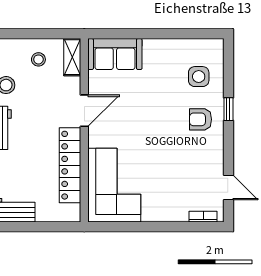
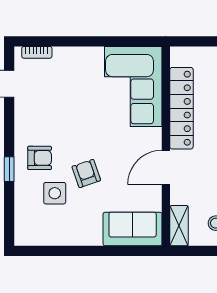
side table: (199, 77) -> (55, 193), moved
armchair: (157, 105) -> (86, 173), added

